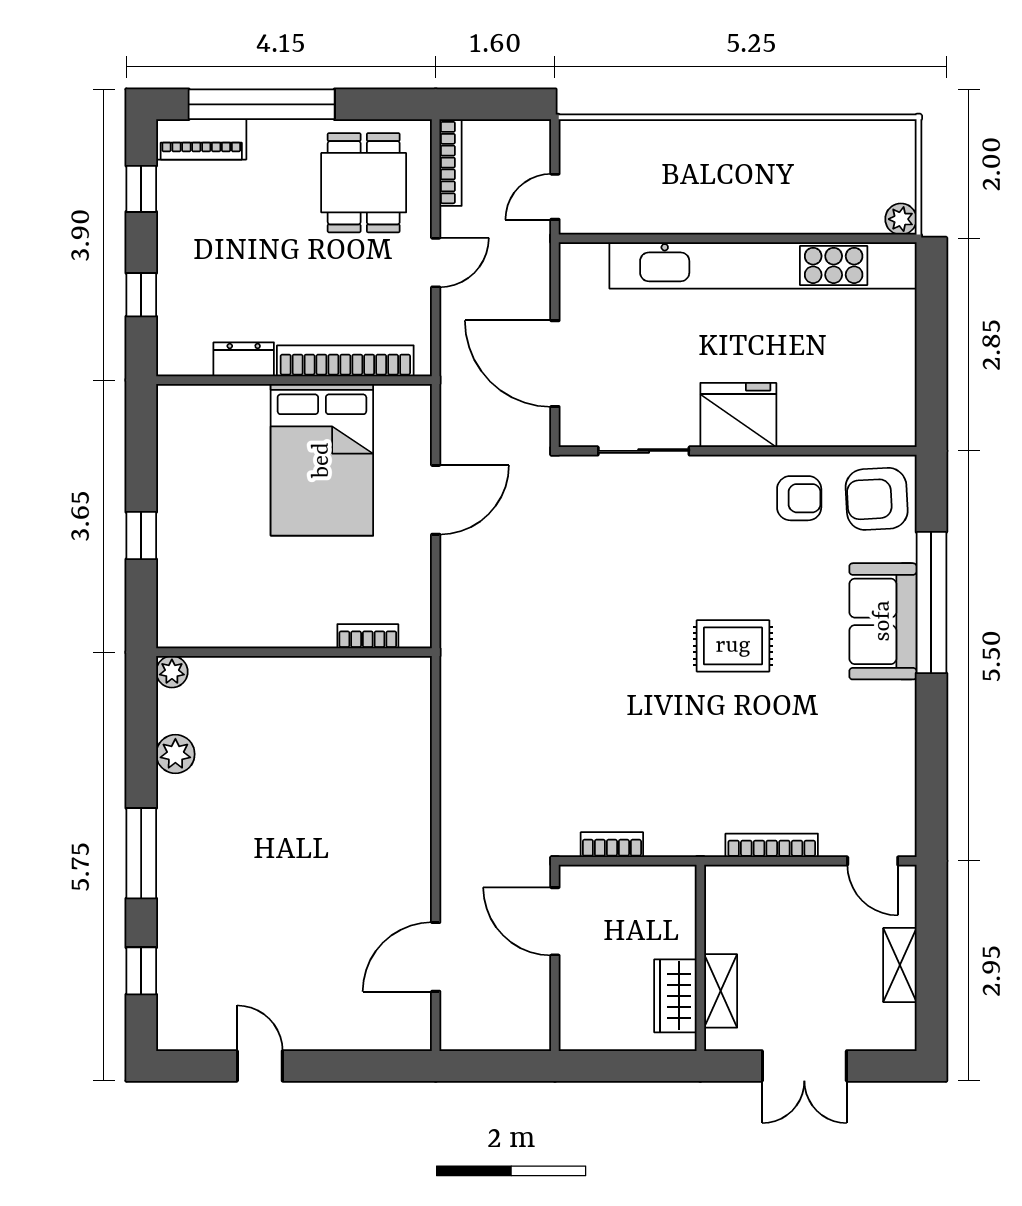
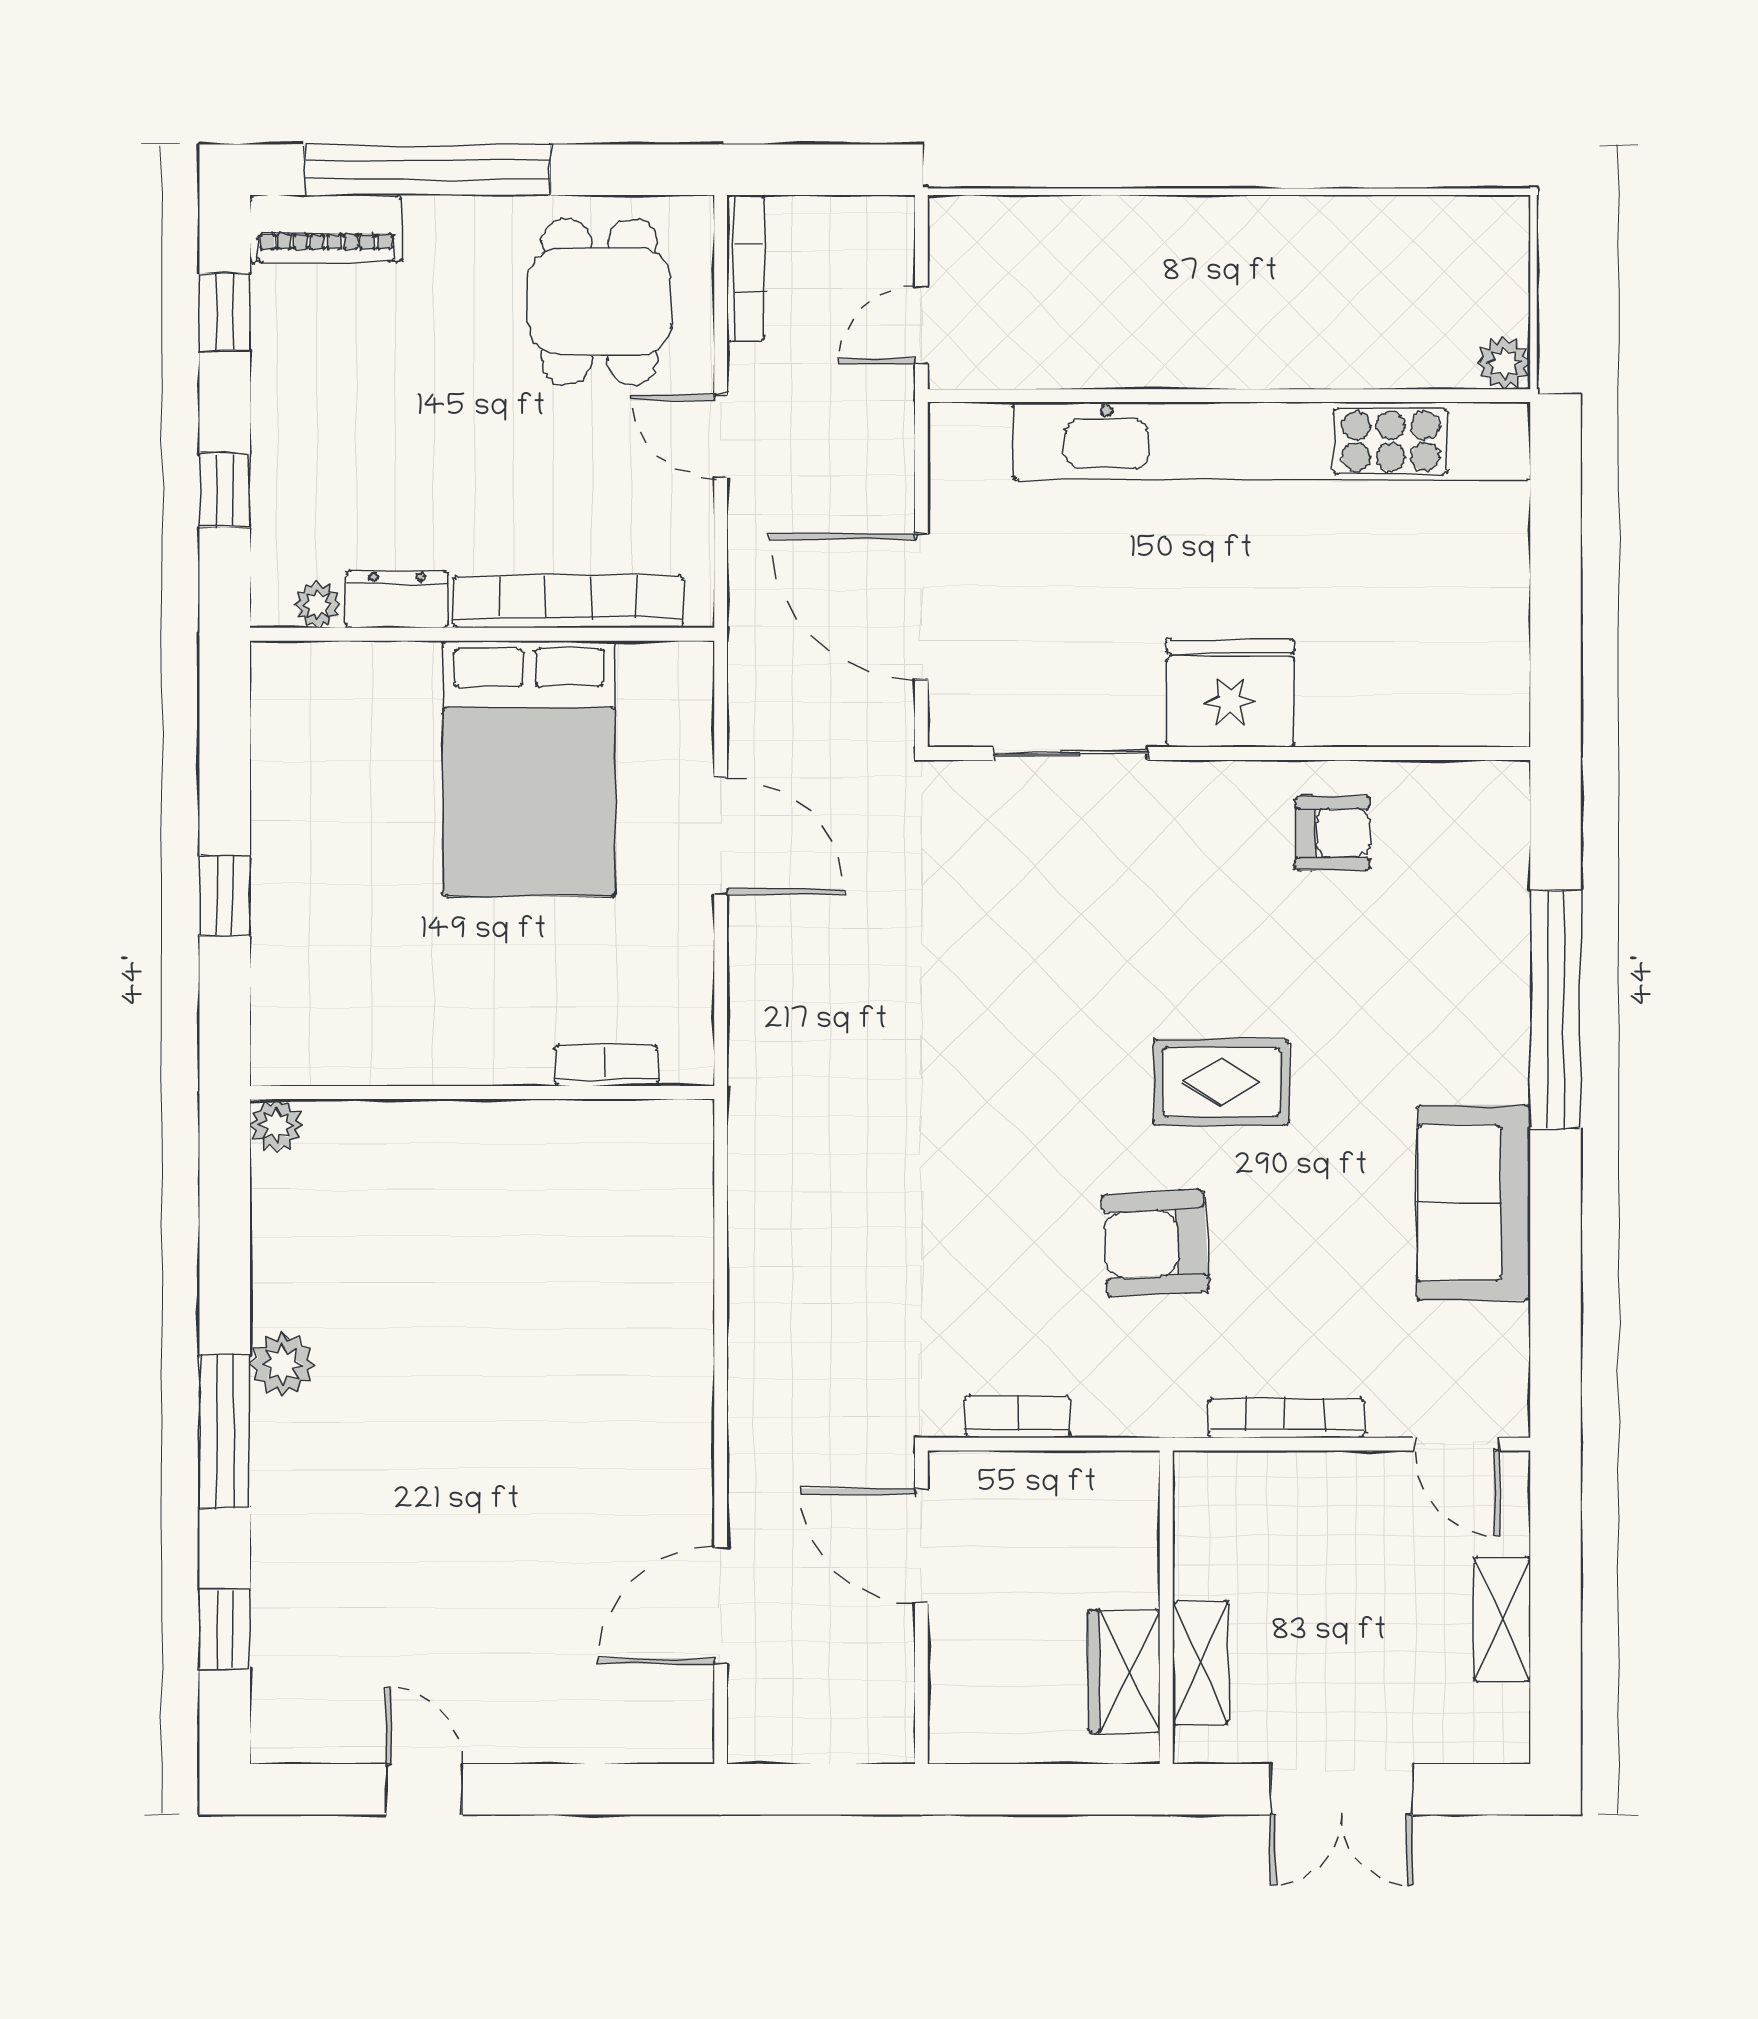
door: (436, 263) -> (721, 436), swing flipped
plant: (197, 362) -> (318, 605), added
armchair: (877, 499) -> (1155, 1243), moved
door: (436, 500) -> (721, 836), hinge flipped
sofa: (883, 621) -> (1474, 1203), moved
plant: (175, 754) -> (282, 1364), moved

